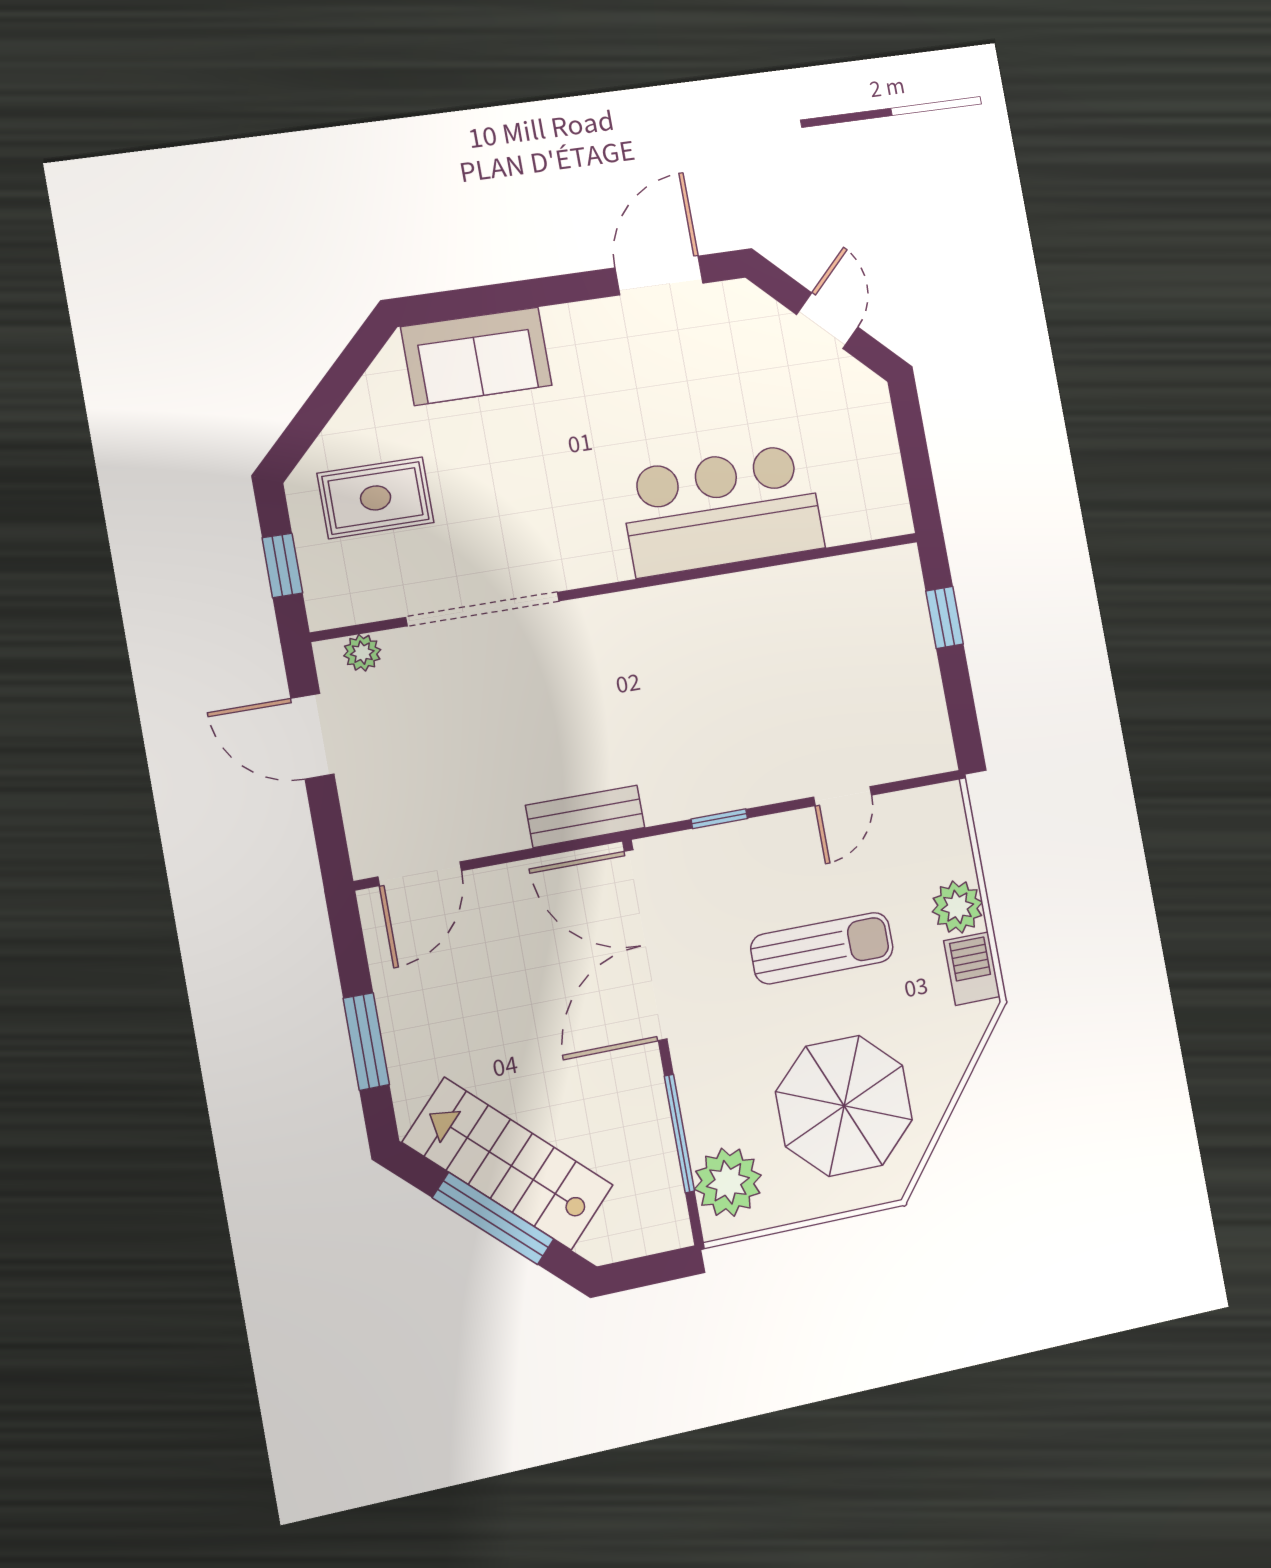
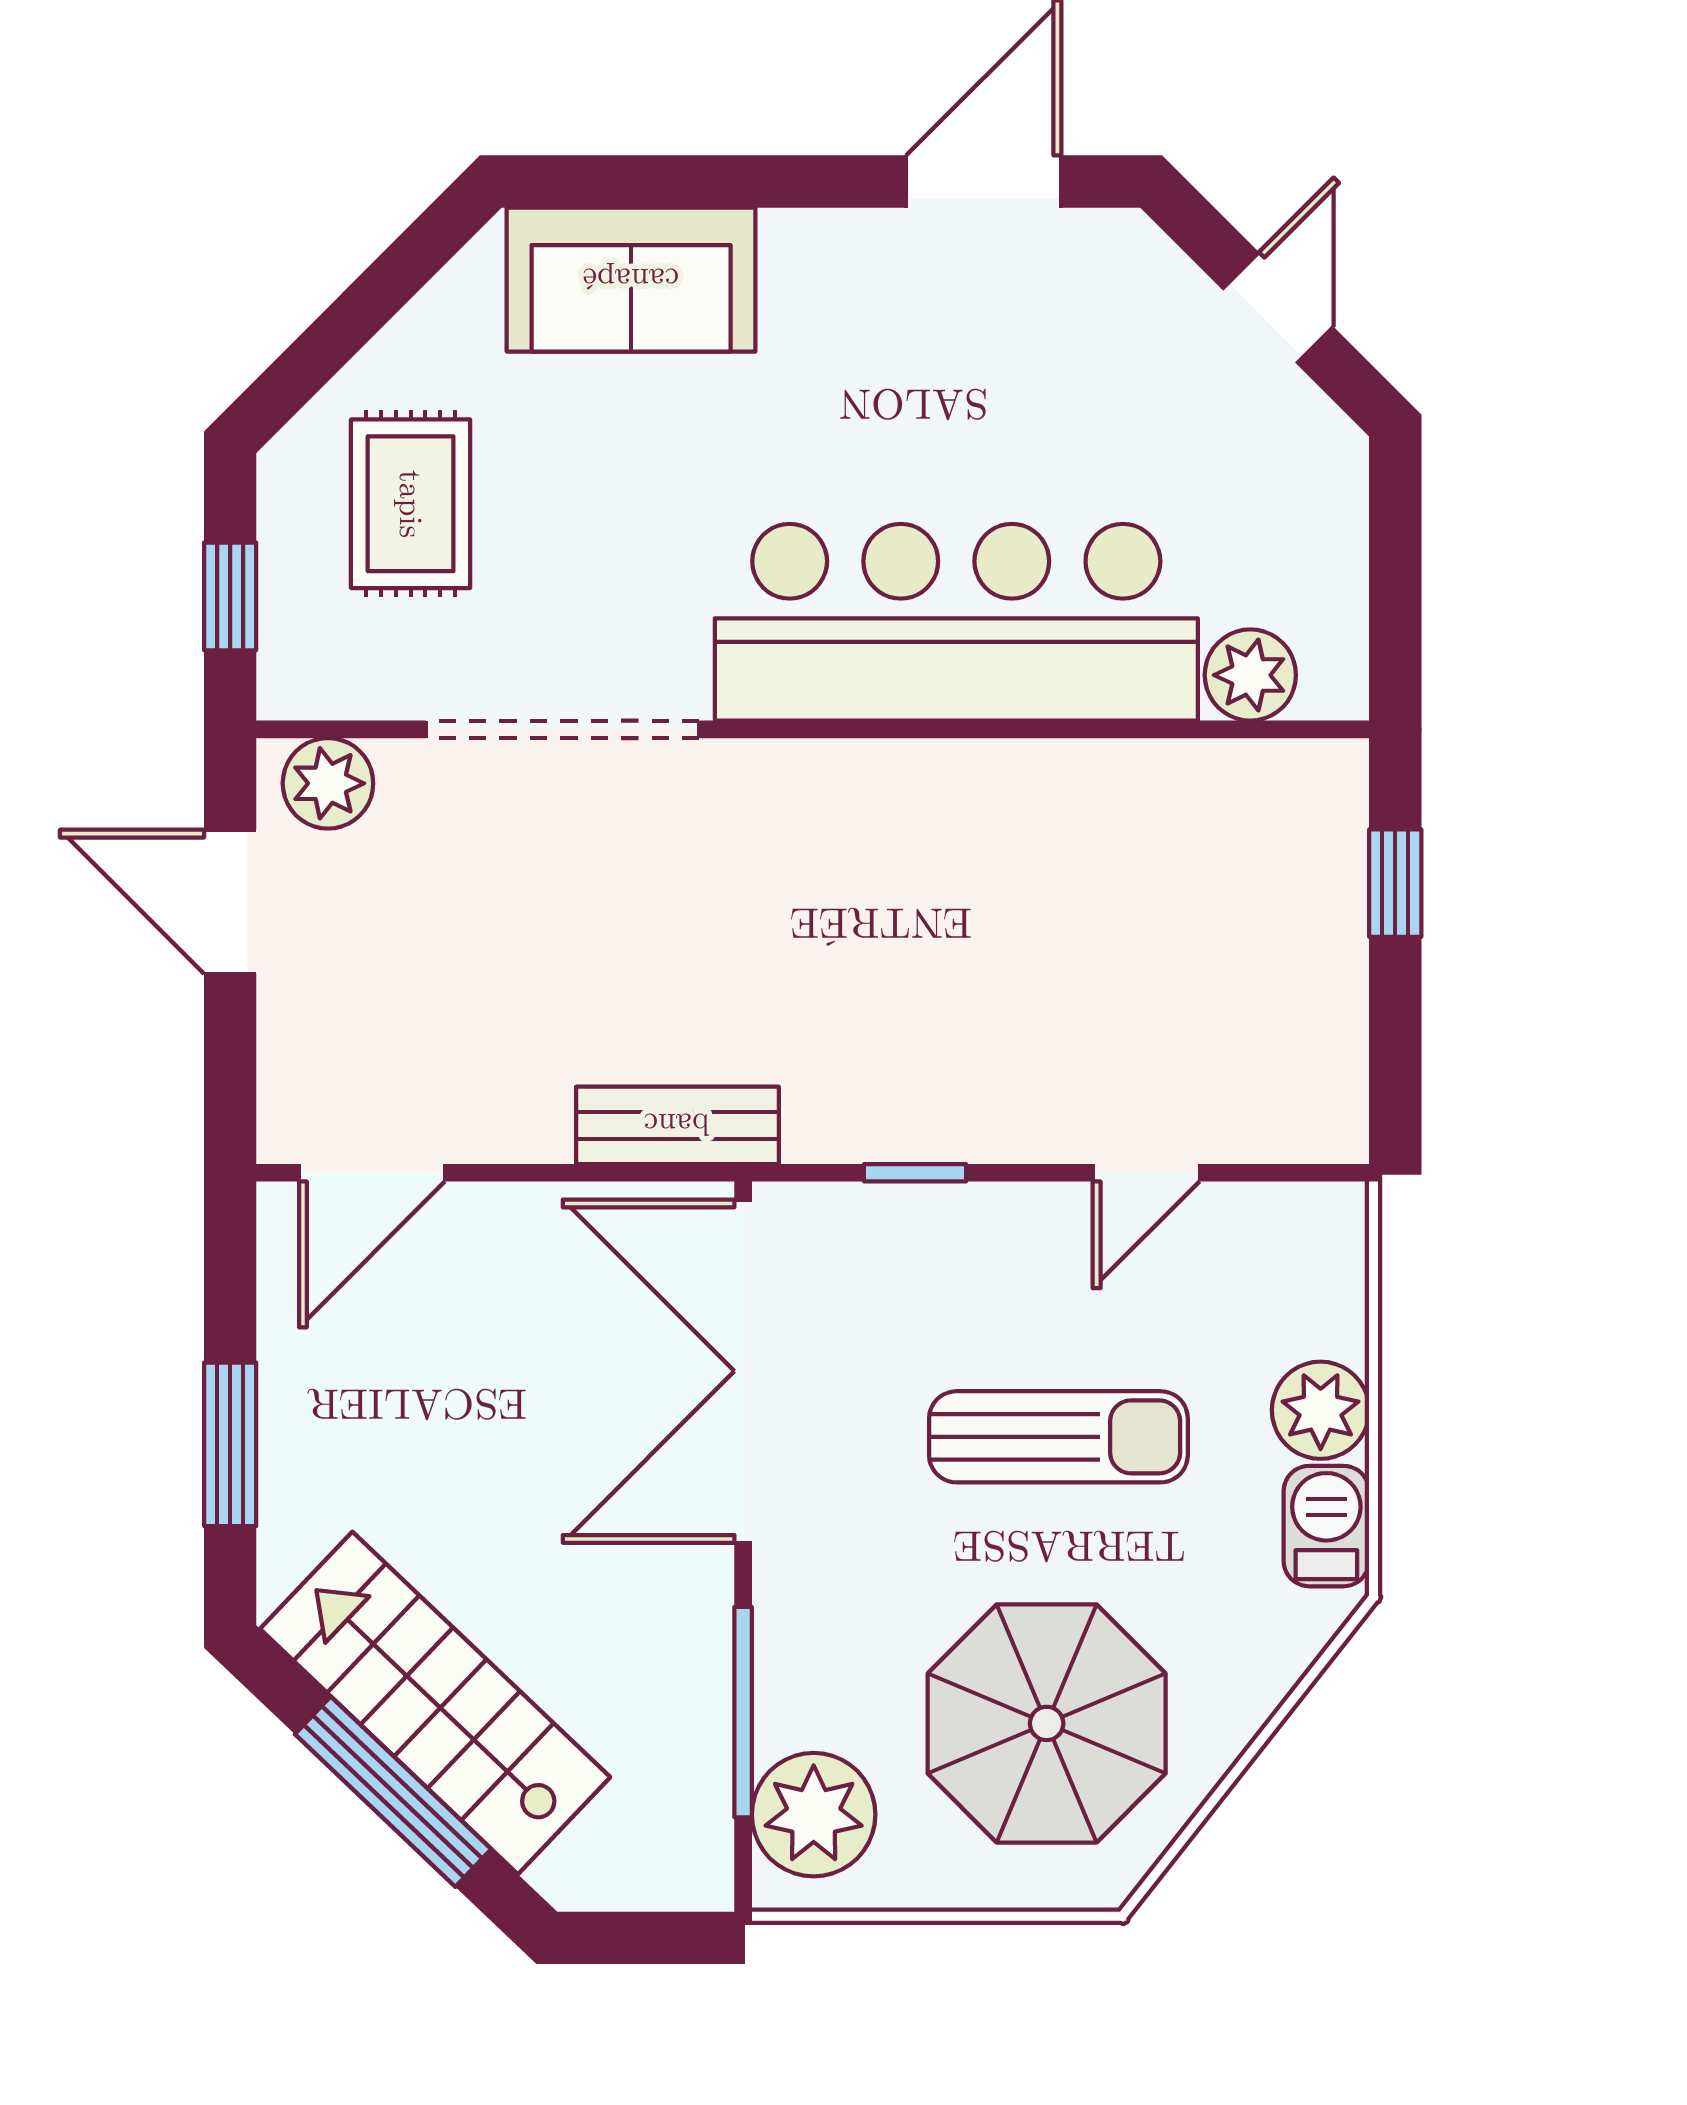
rug: (376, 498) -> (411, 504), turned 90
bar counter: (722, 510) -> (956, 622), width x1.36
plant: (849, 519) -> (1250, 675), added
plant: (362, 653) -> (328, 783), width x1.38, depth x1.38

